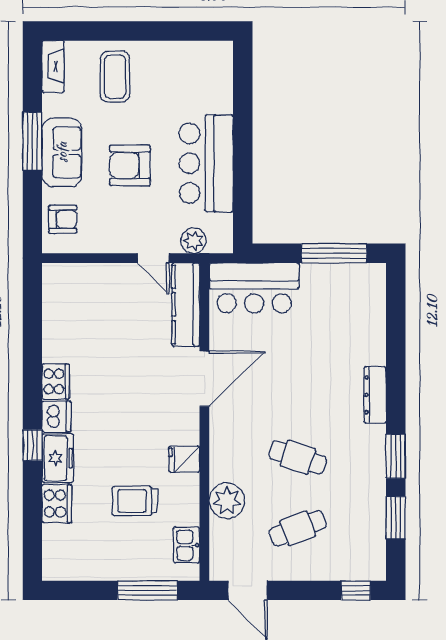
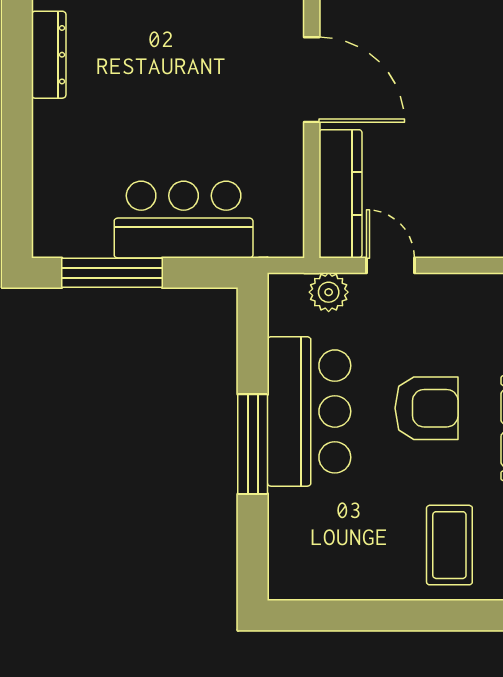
window: (243, 142) -> (253, 444), added
bar counter: (254, 288) -> (184, 220), moved
door: (204, 379) -> (312, 80), swing flipped

